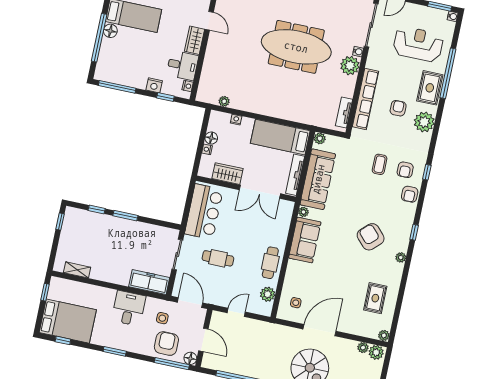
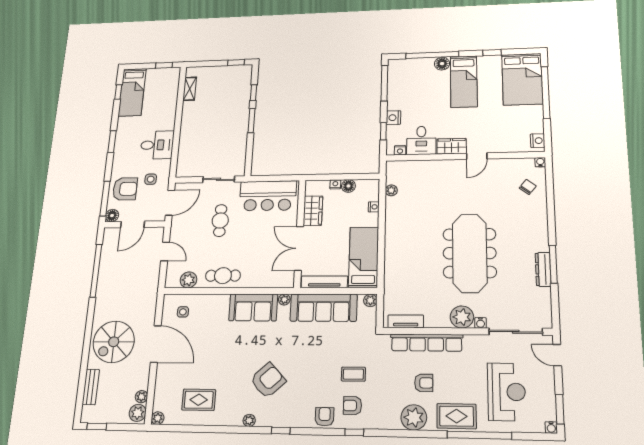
armchair: (410, 194) -> (325, 417), turned 90
freezer: (149, 282) -> (186, 158), removed
bed: (68, 321) -> (132, 92), width x0.67

